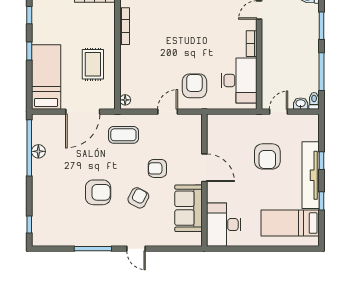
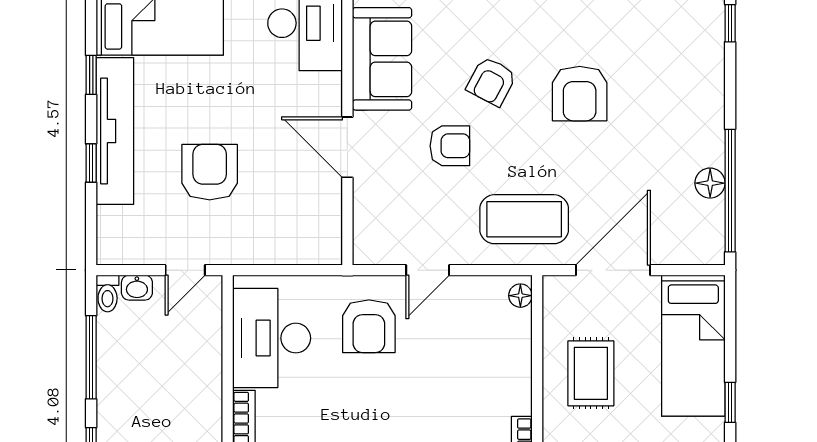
coffee table: (123, 135) -> (524, 219), width x1.36, depth x1.32
armchair: (98, 192) -> (580, 94), turned -90

